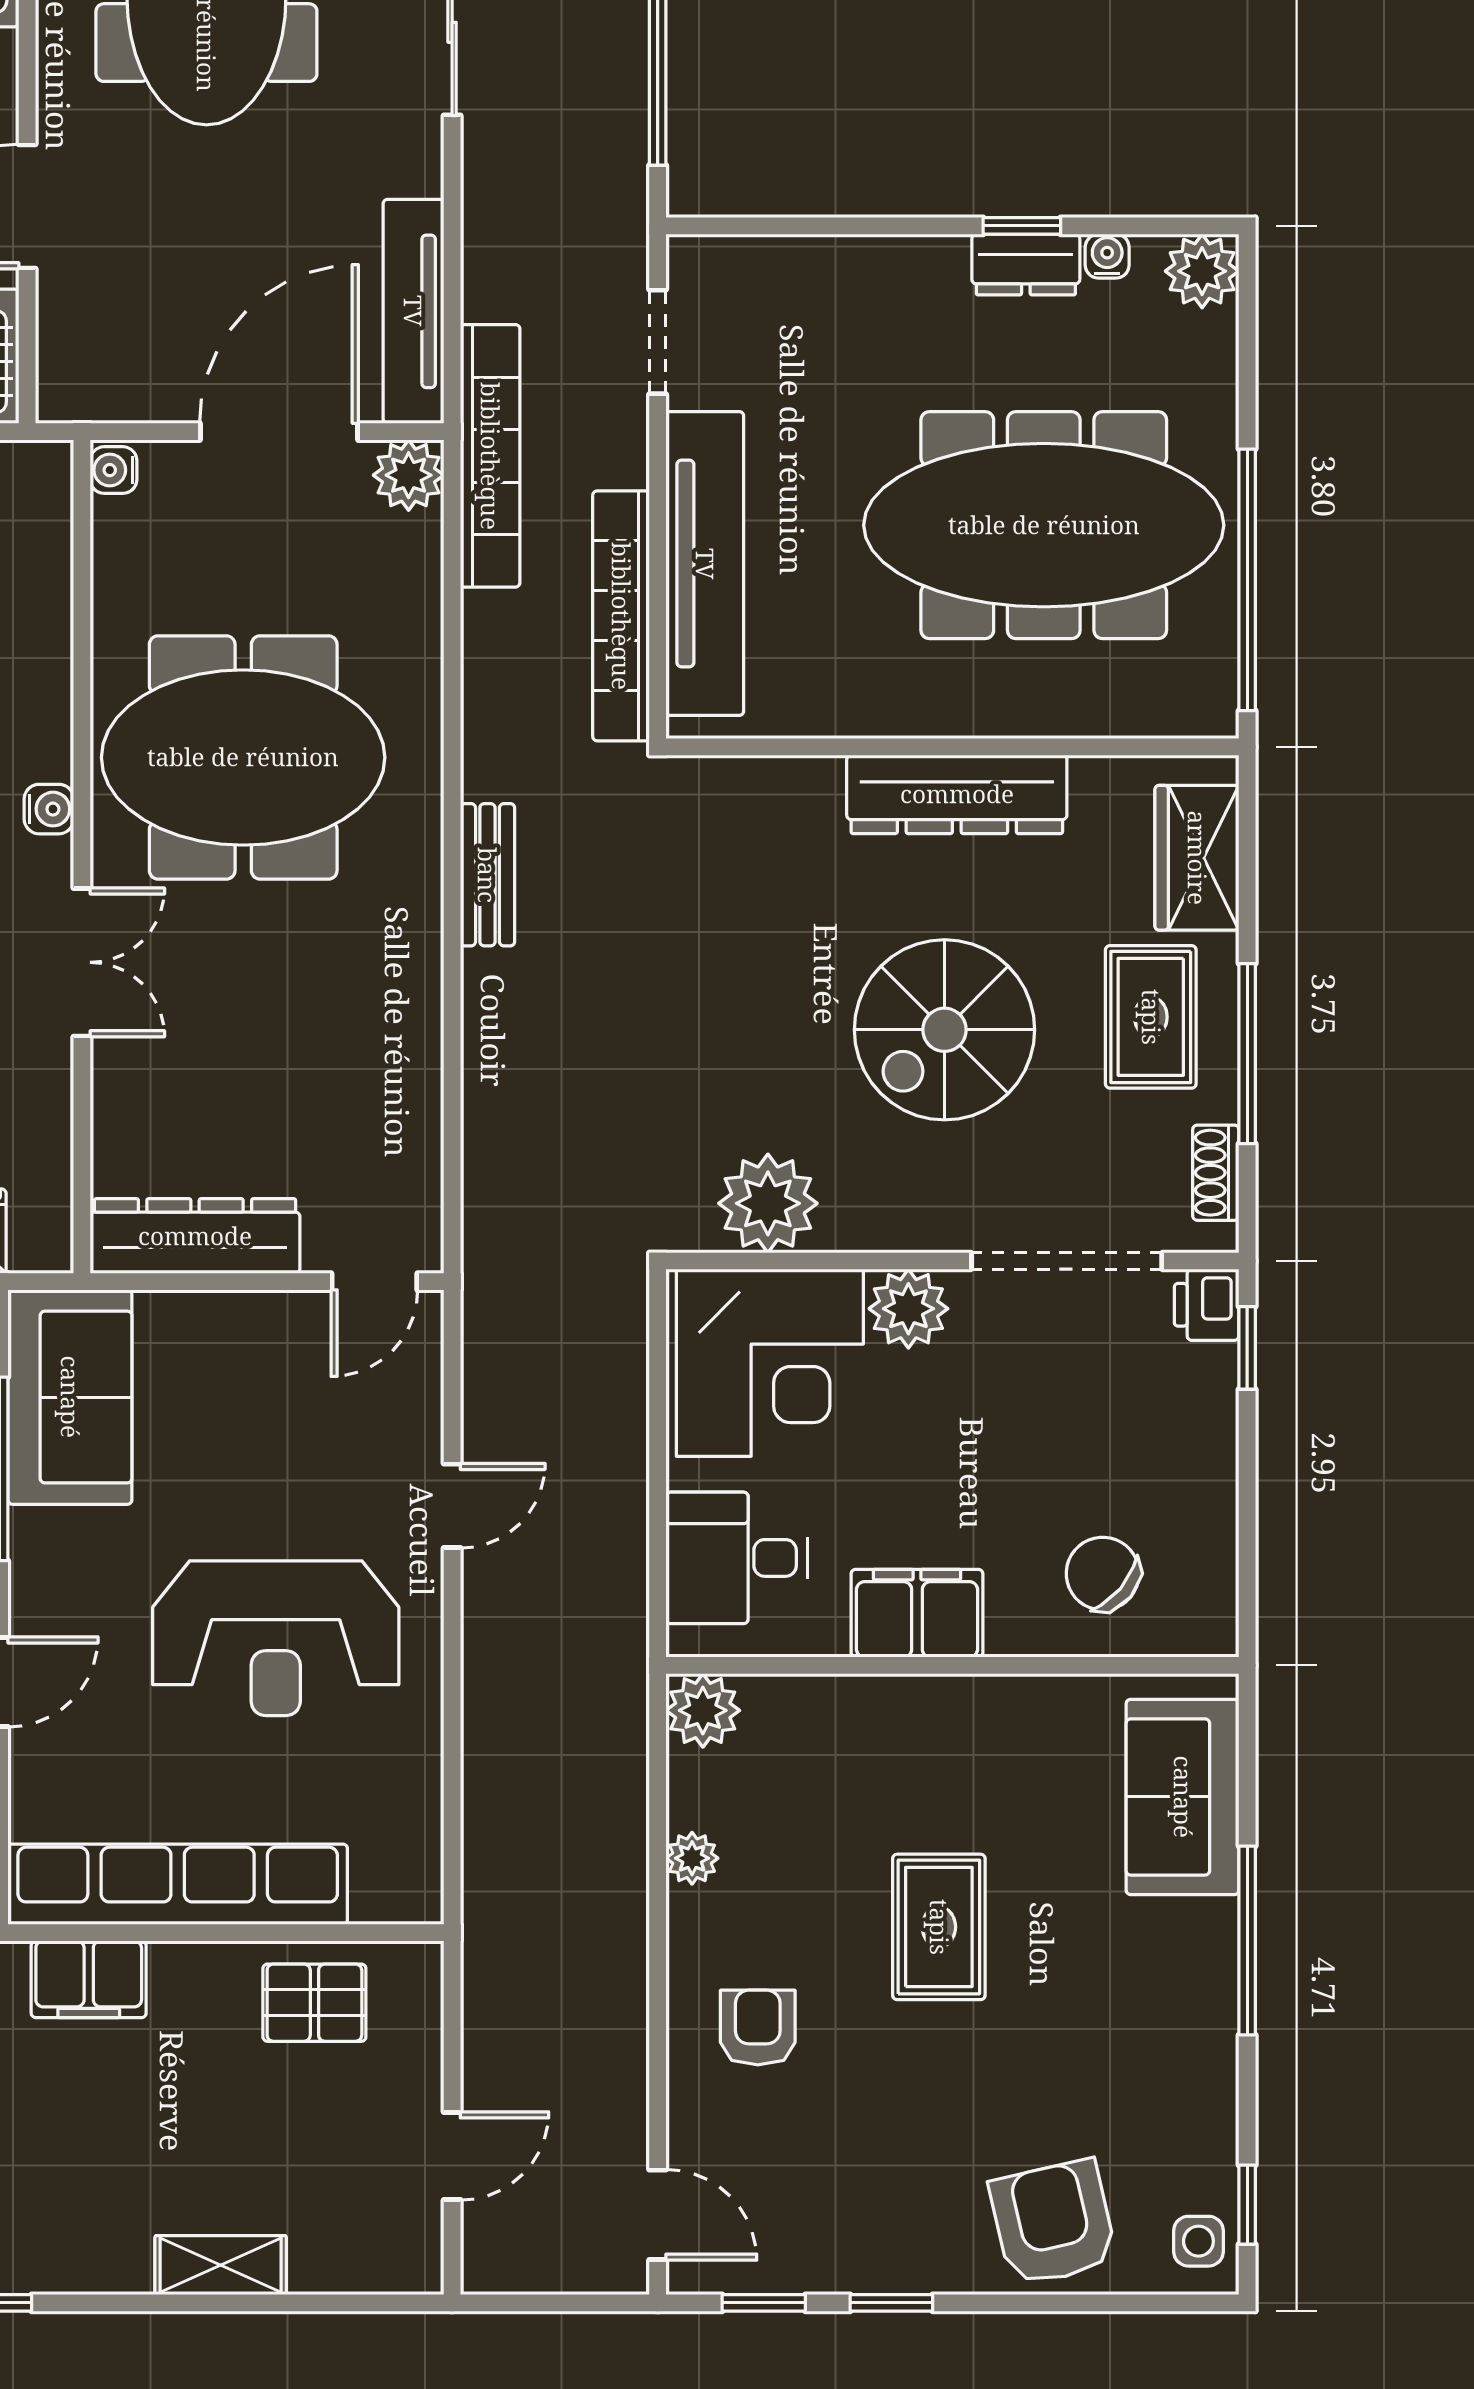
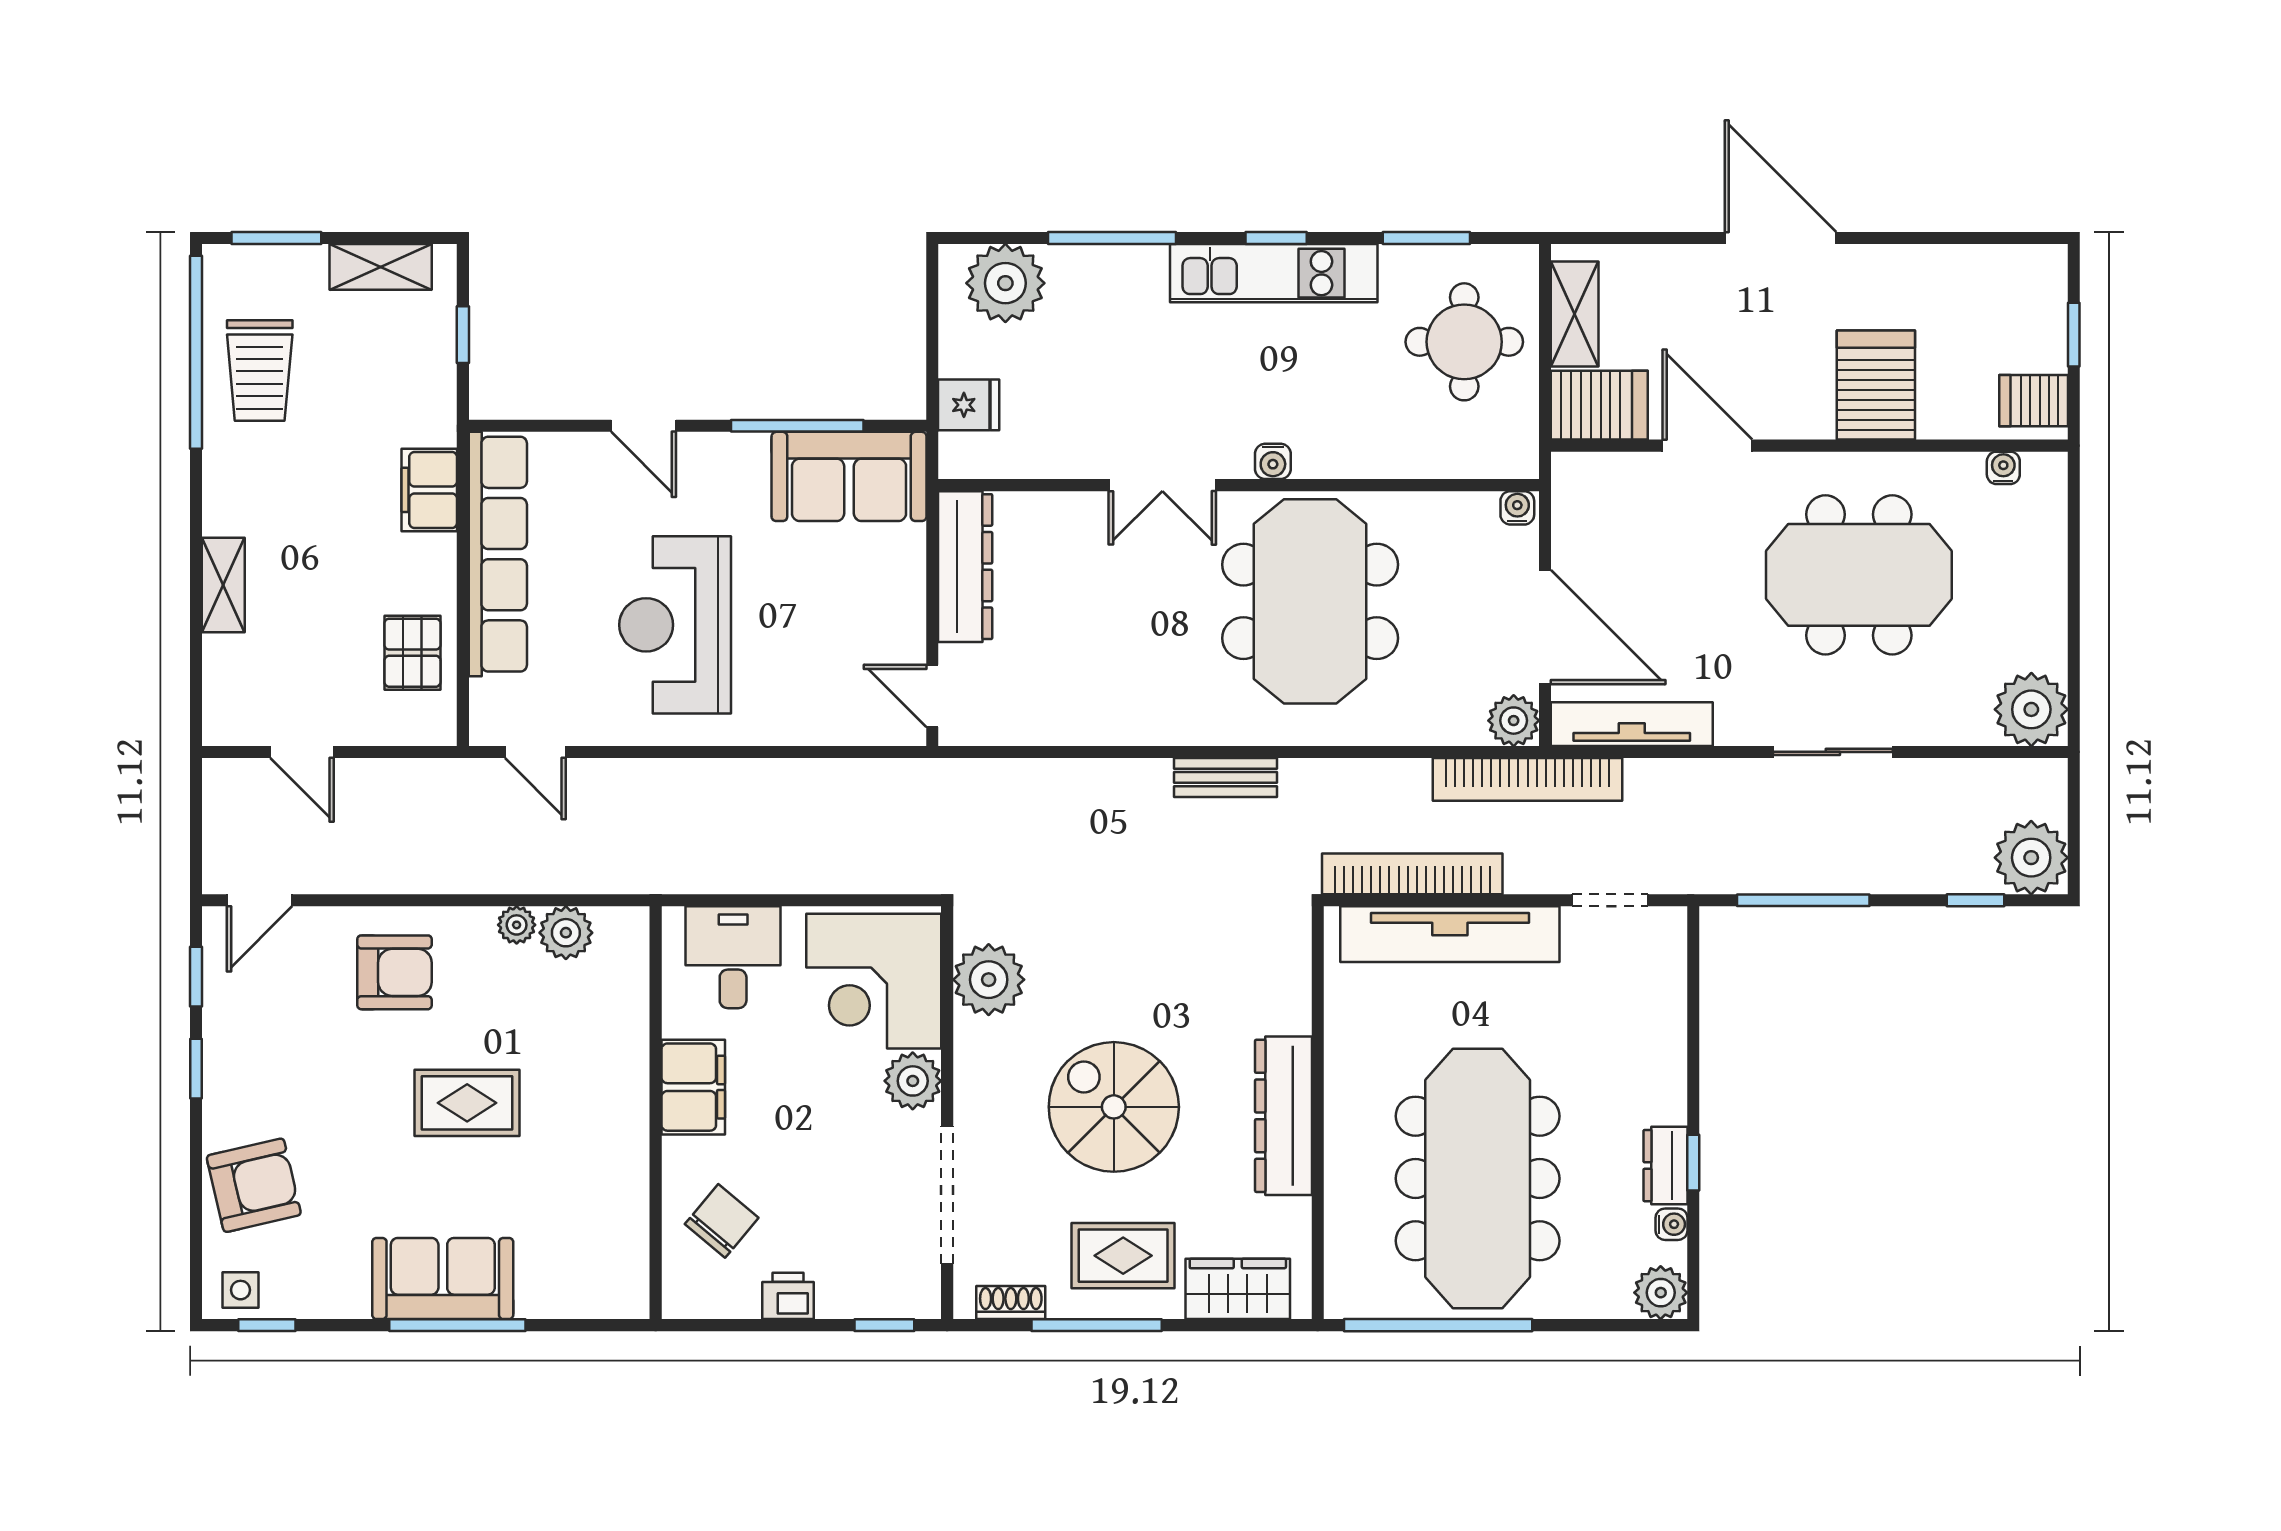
printer: (1207, 1305) -> (788, 1296), moved
door: (452, 1506) -> (535, 752), moved
plant: (703, 1710) -> (566, 933), moved
sofa: (1183, 1797) -> (443, 1279), moved
armchair: (758, 2027) -> (395, 972), width x1.38, depth x1.38

